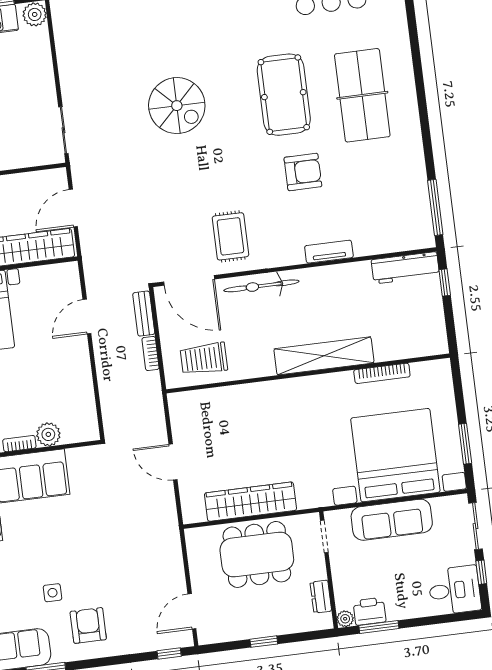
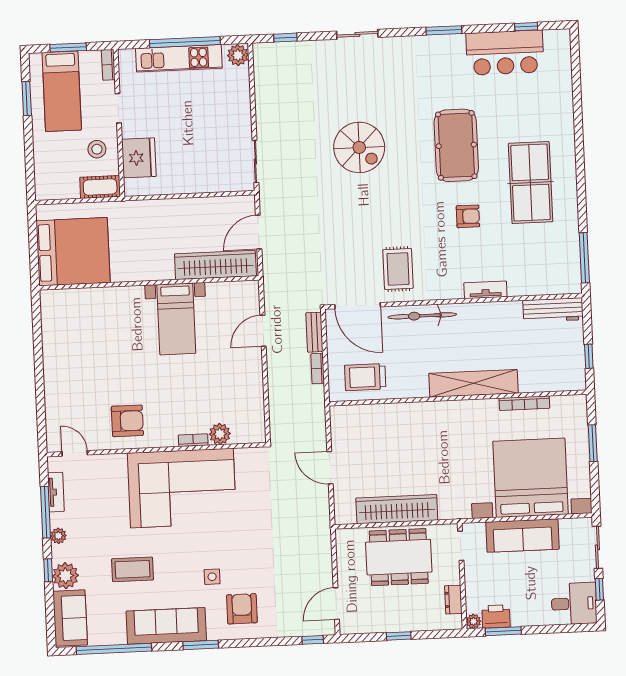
table tennis table: (362, 95) -> (531, 183), moved
armchair: (303, 172) -> (468, 216), width x0.72, depth x0.72
window: (445, 283) -> (589, 356), moved
window: (465, 444) -> (593, 443), moved

